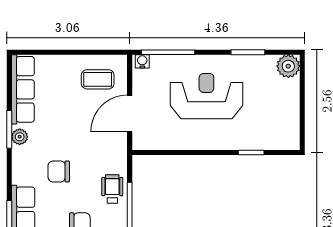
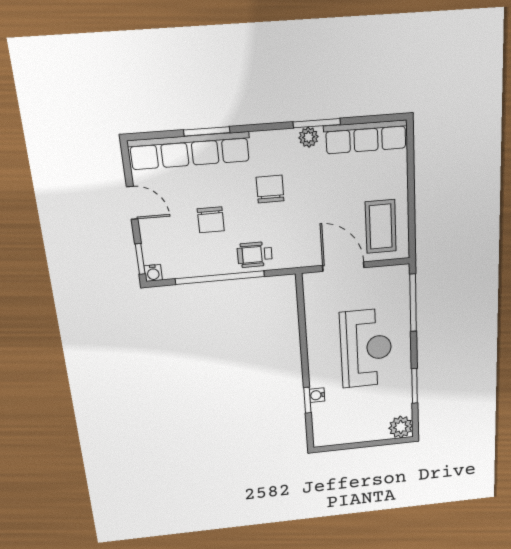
water cooler: (142, 61) -> (317, 395), moved, turned 180
coffee table: (98, 79) -> (381, 227), width x1.36, depth x1.30
wheelchair: (112, 189) -> (255, 255), turned 180

